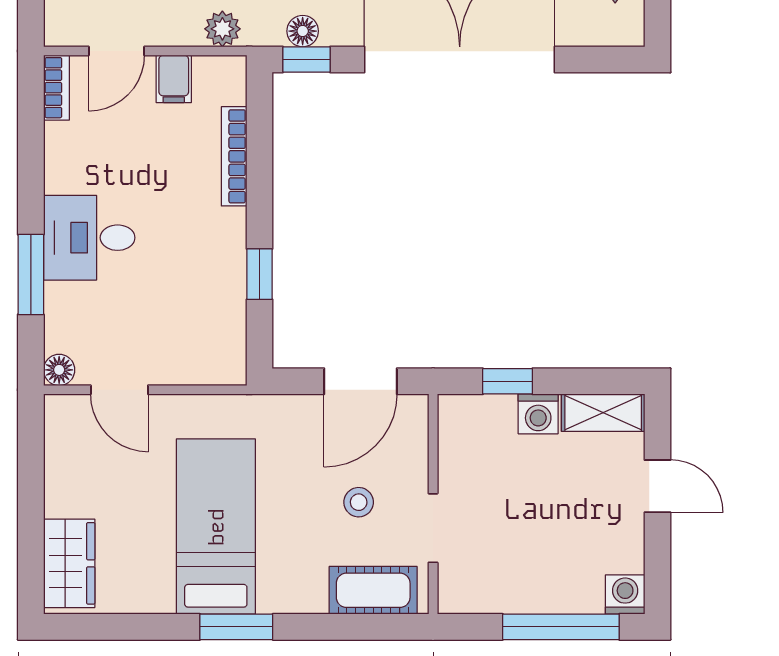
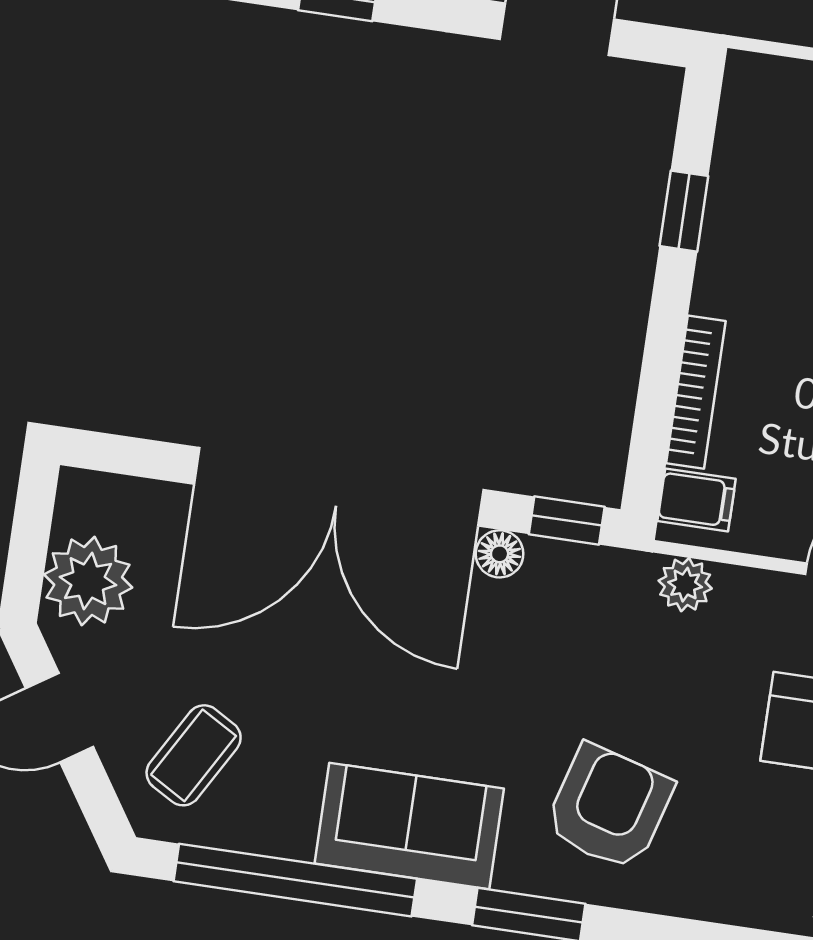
floor lamp: (303, 31) -> (500, 554), moved
filing cabinet: (174, 79) -> (697, 500), moved, turned 90

